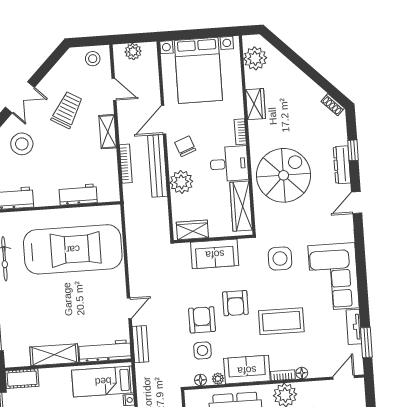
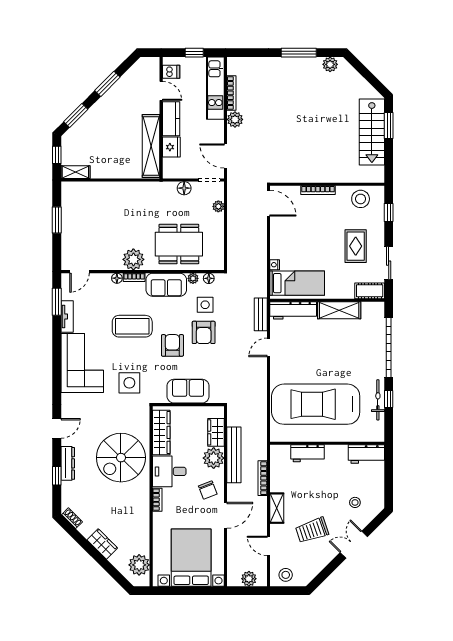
wardrobe: (256, 104) -> (102, 544), moved, turned 135
trolley: (67, 110) -> (312, 530), turned 41
stool: (22, 144) -> (355, 502), width x0.53, depth x0.53
bench: (158, 166) -> (234, 455), moved
wardrobe: (192, 230) -> (216, 432), moved, turned 90

